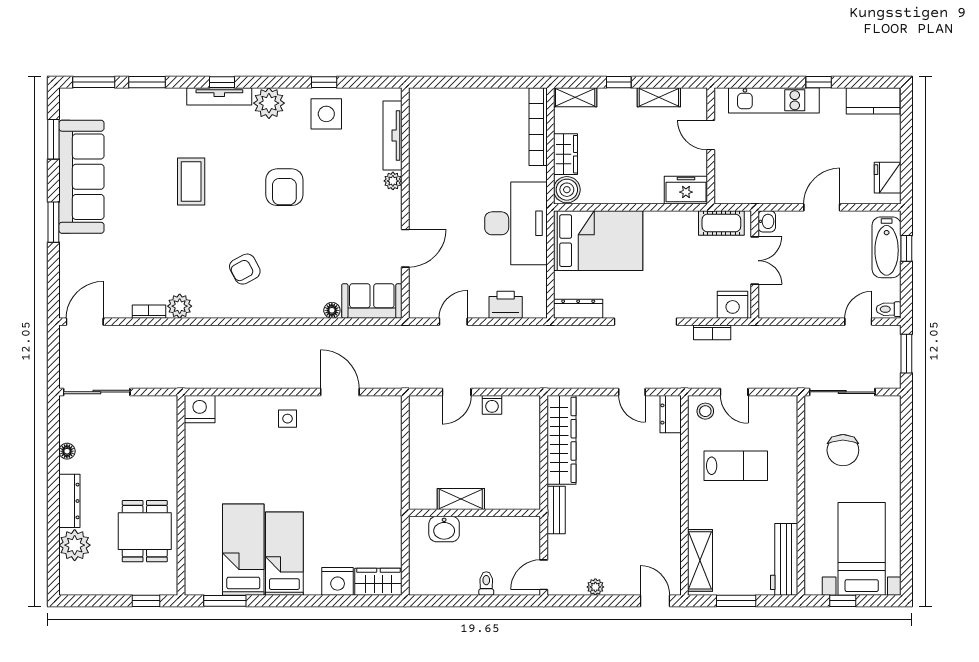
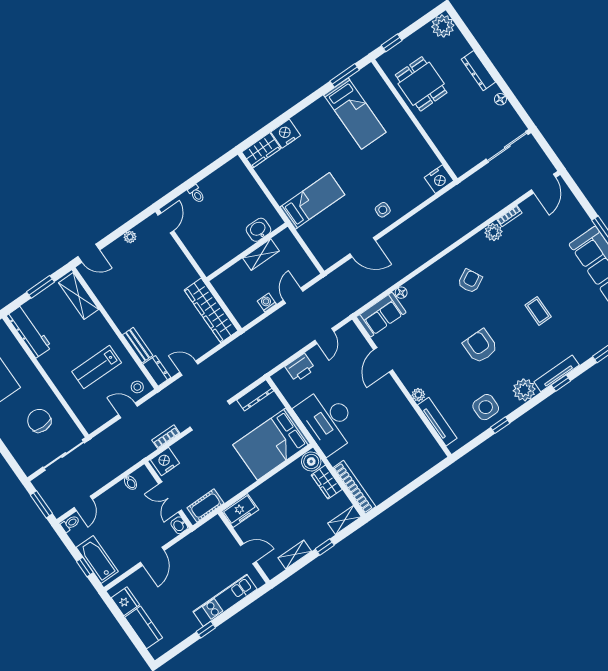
kitchen counter: (873, 101) -> (144, 627), moved, turned 90
coffee table: (191, 182) -> (538, 311), width x0.73, depth x0.77
bidet: (788, 308) -> (131, 483), added
shelving: (461, 499) -> (261, 255), moved
bench: (556, 510) -> (138, 345), moved
wall: (474, 513) -> (247, 252), moved
washbasin: (444, 529) -> (258, 230), moved
plant: (75, 545) -> (443, 26), moved
bed: (284, 554) -> (312, 201), moved, turned -90

